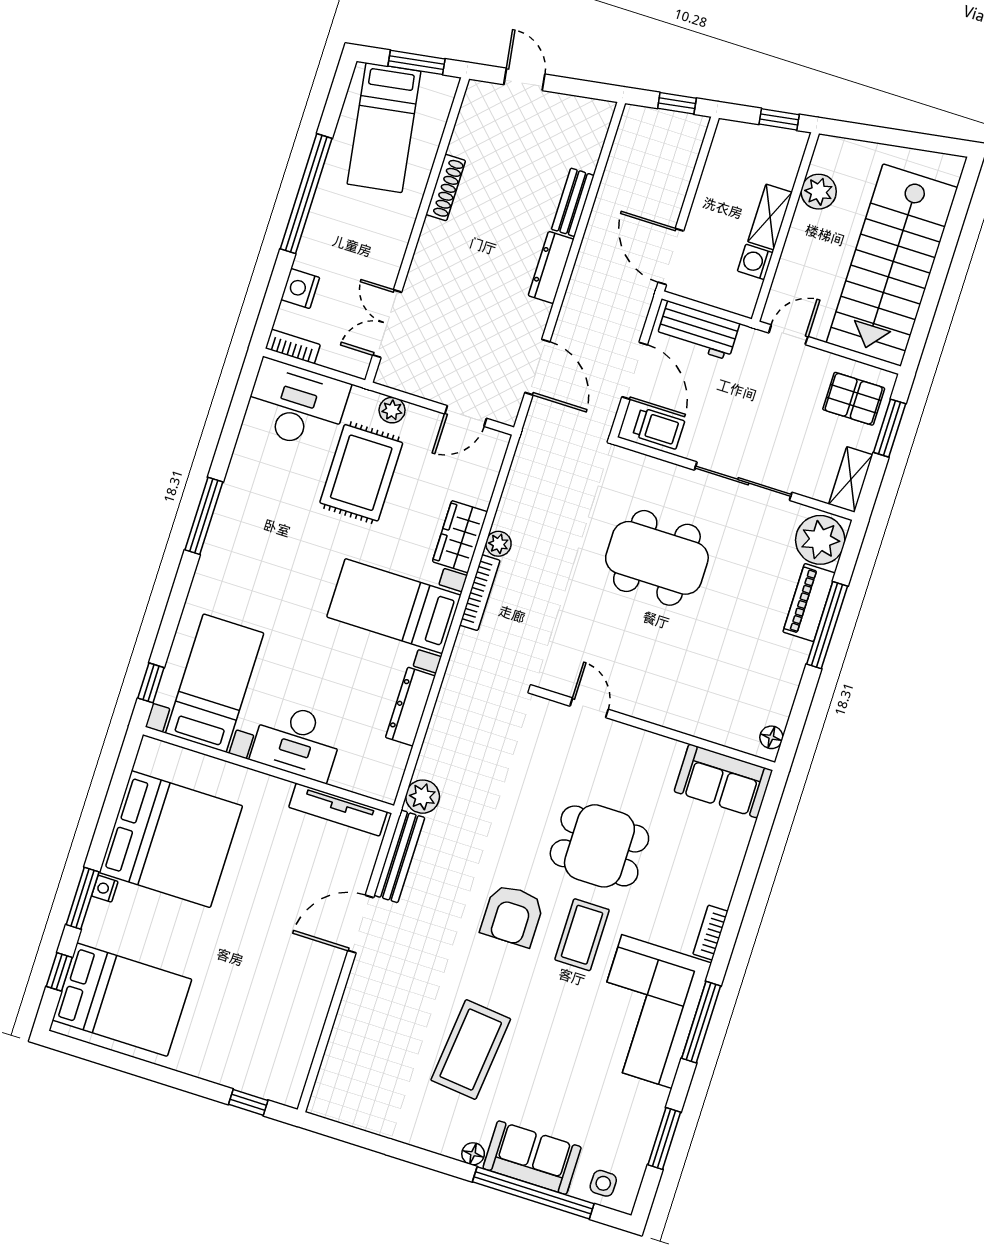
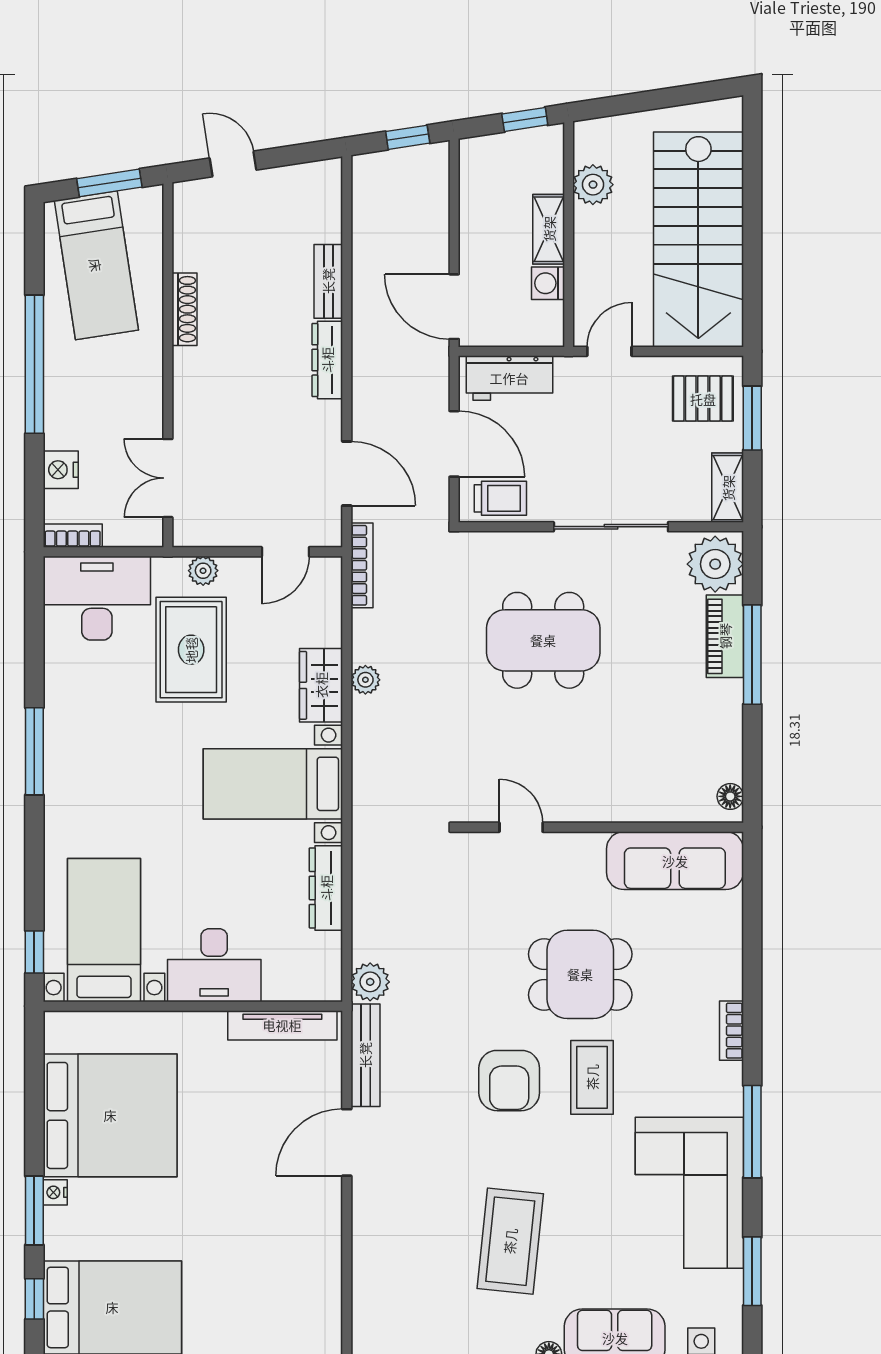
bookcase: (480, 593) -> (362, 565), moved
sofa: (723, 781) -> (675, 861), width x1.36
corner sofa: (647, 1011) -> (689, 1193), moved

